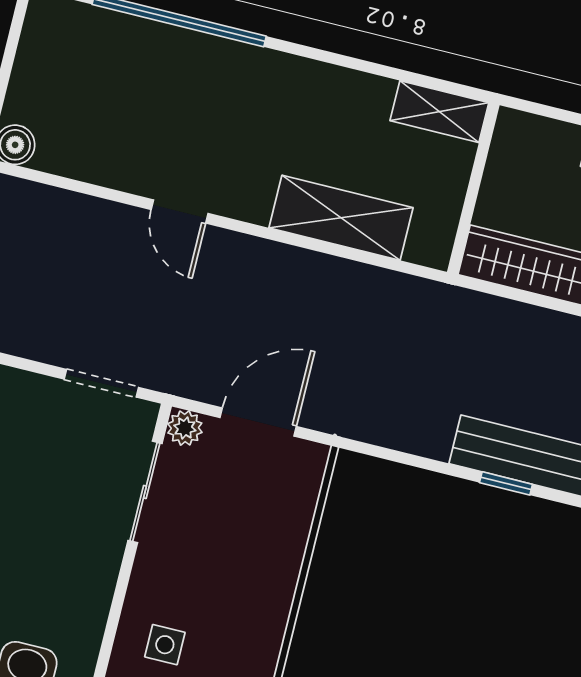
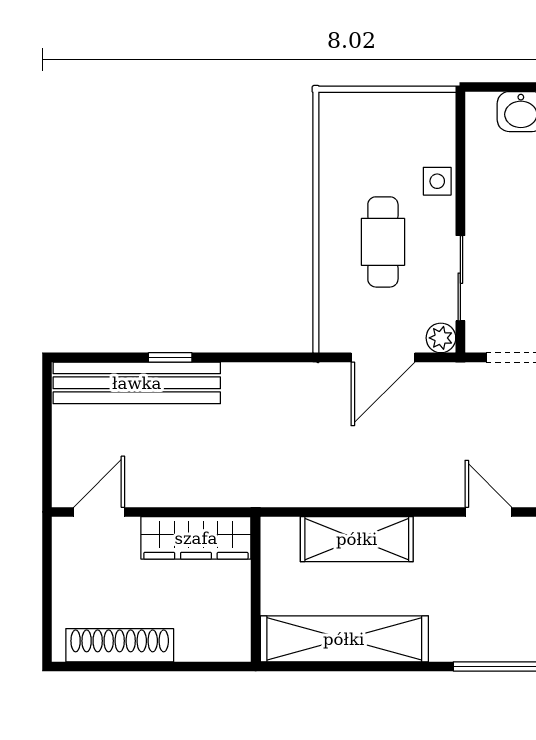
shelving: (439, 112) -> (344, 639), width x2.20, depth x1.33
cafe table: (225, 557) -> (383, 242), added
side table: (165, 645) -> (437, 181), moved

